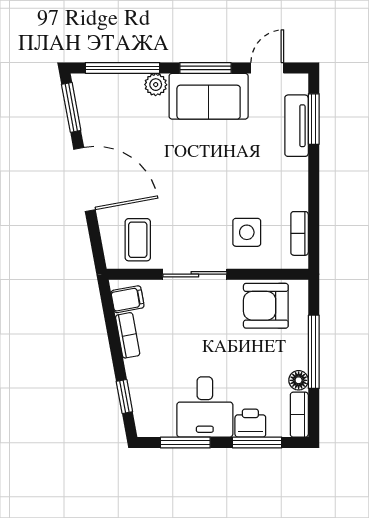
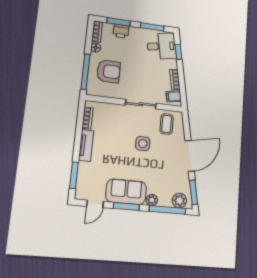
plant: (99, 88) -> (179, 201), added
tv unit: (297, 126) -> (86, 146), moved
door: (85, 179) -> (190, 156), swing flipped
side table: (247, 232) -> (143, 144), moved
armchair: (266, 306) -> (109, 71), moved
window: (314, 352) -> (85, 72), moved
desk: (205, 407) -> (161, 46), moved, turned 80

